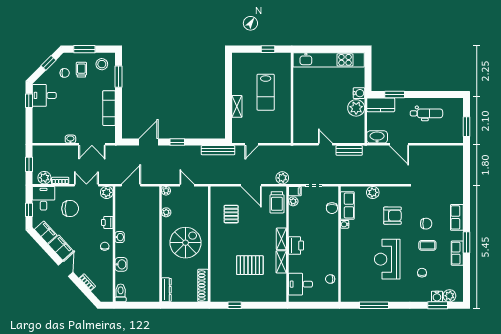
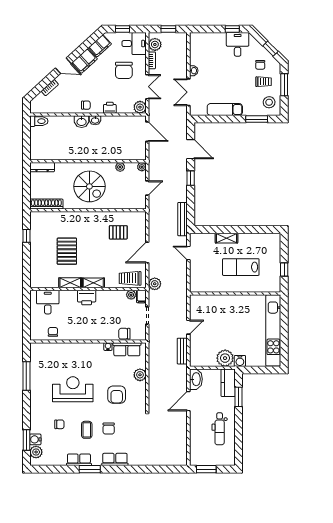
washbasin: (121, 264) -> (82, 122), moved

